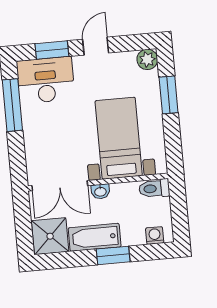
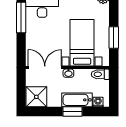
window: (169, 95) -> (114, 37), moved
double door: (60, 186) -> (45, 68), swing flipped
bathtub: (95, 237) -> (77, 100), moved

